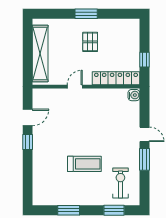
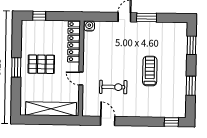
pallet: (90, 42) -> (41, 64), width x1.50, depth x1.42
window: (144, 60) -> (39, 16), moved
window: (28, 142) -> (171, 122), moved
exercise bike: (120, 183) -> (113, 87), moved, turned 180

